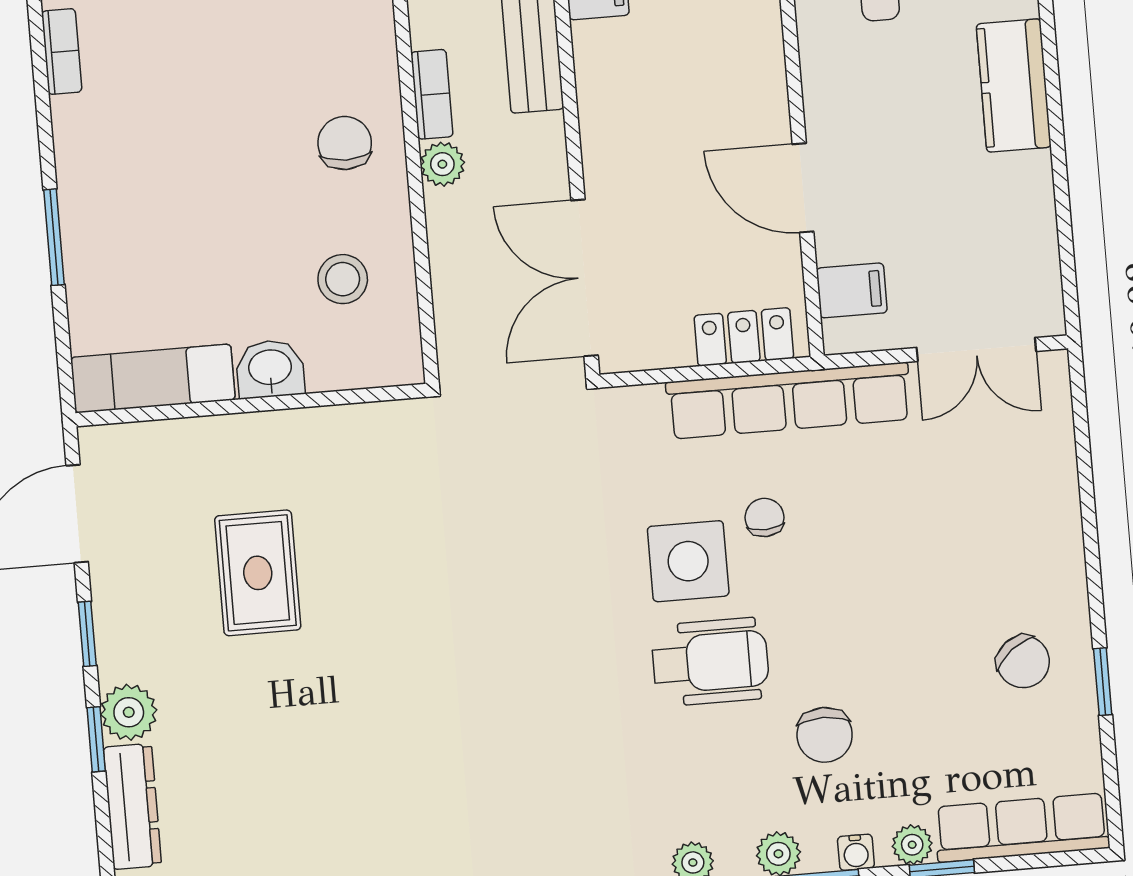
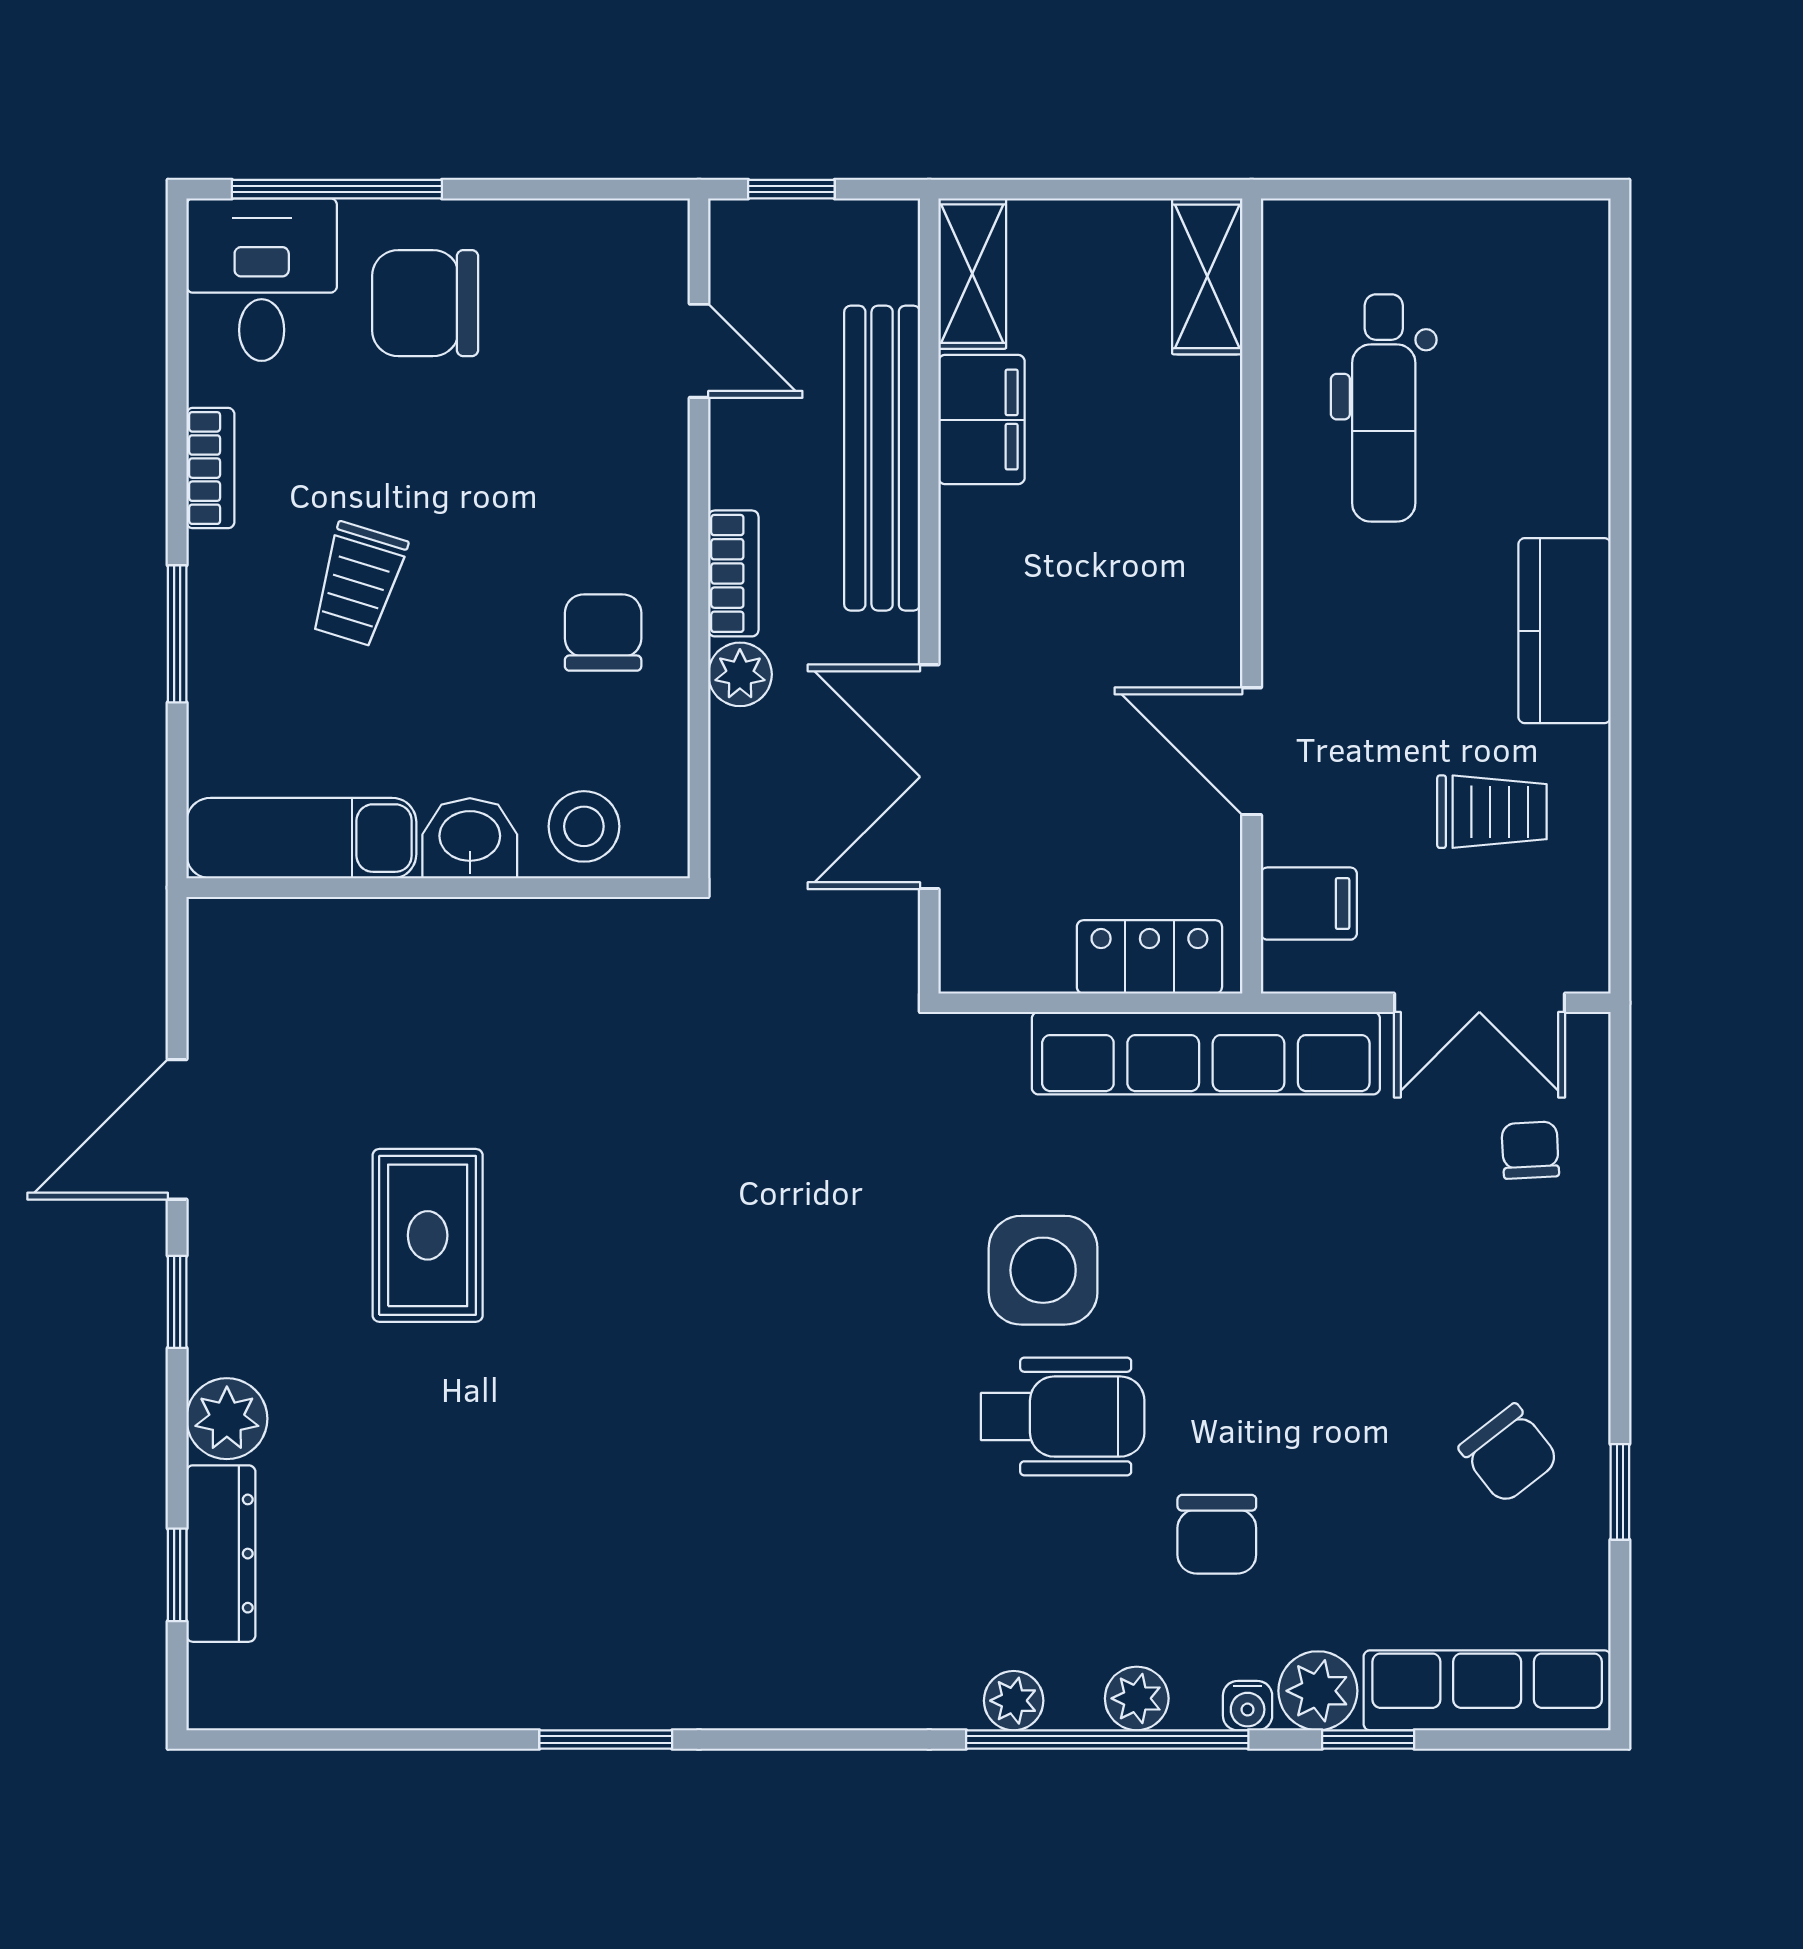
trolley: (171, 124) -> (358, 584), added
trolley: (974, 216) -> (1492, 812), added
window: (54, 237) -> (177, 634), moved
double door: (585, 278) -> (929, 777), moved
washbasin: (270, 369) -> (470, 838), moved
exam couch: (153, 379) -> (301, 838), moved
wall: (251, 405) -> (438, 888), moved
chair: (764, 517) -> (1530, 1150), moved
window: (96, 739) -> (177, 1575), moved
plant: (912, 845) -> (1318, 1691), width x1.38, depth x1.38

